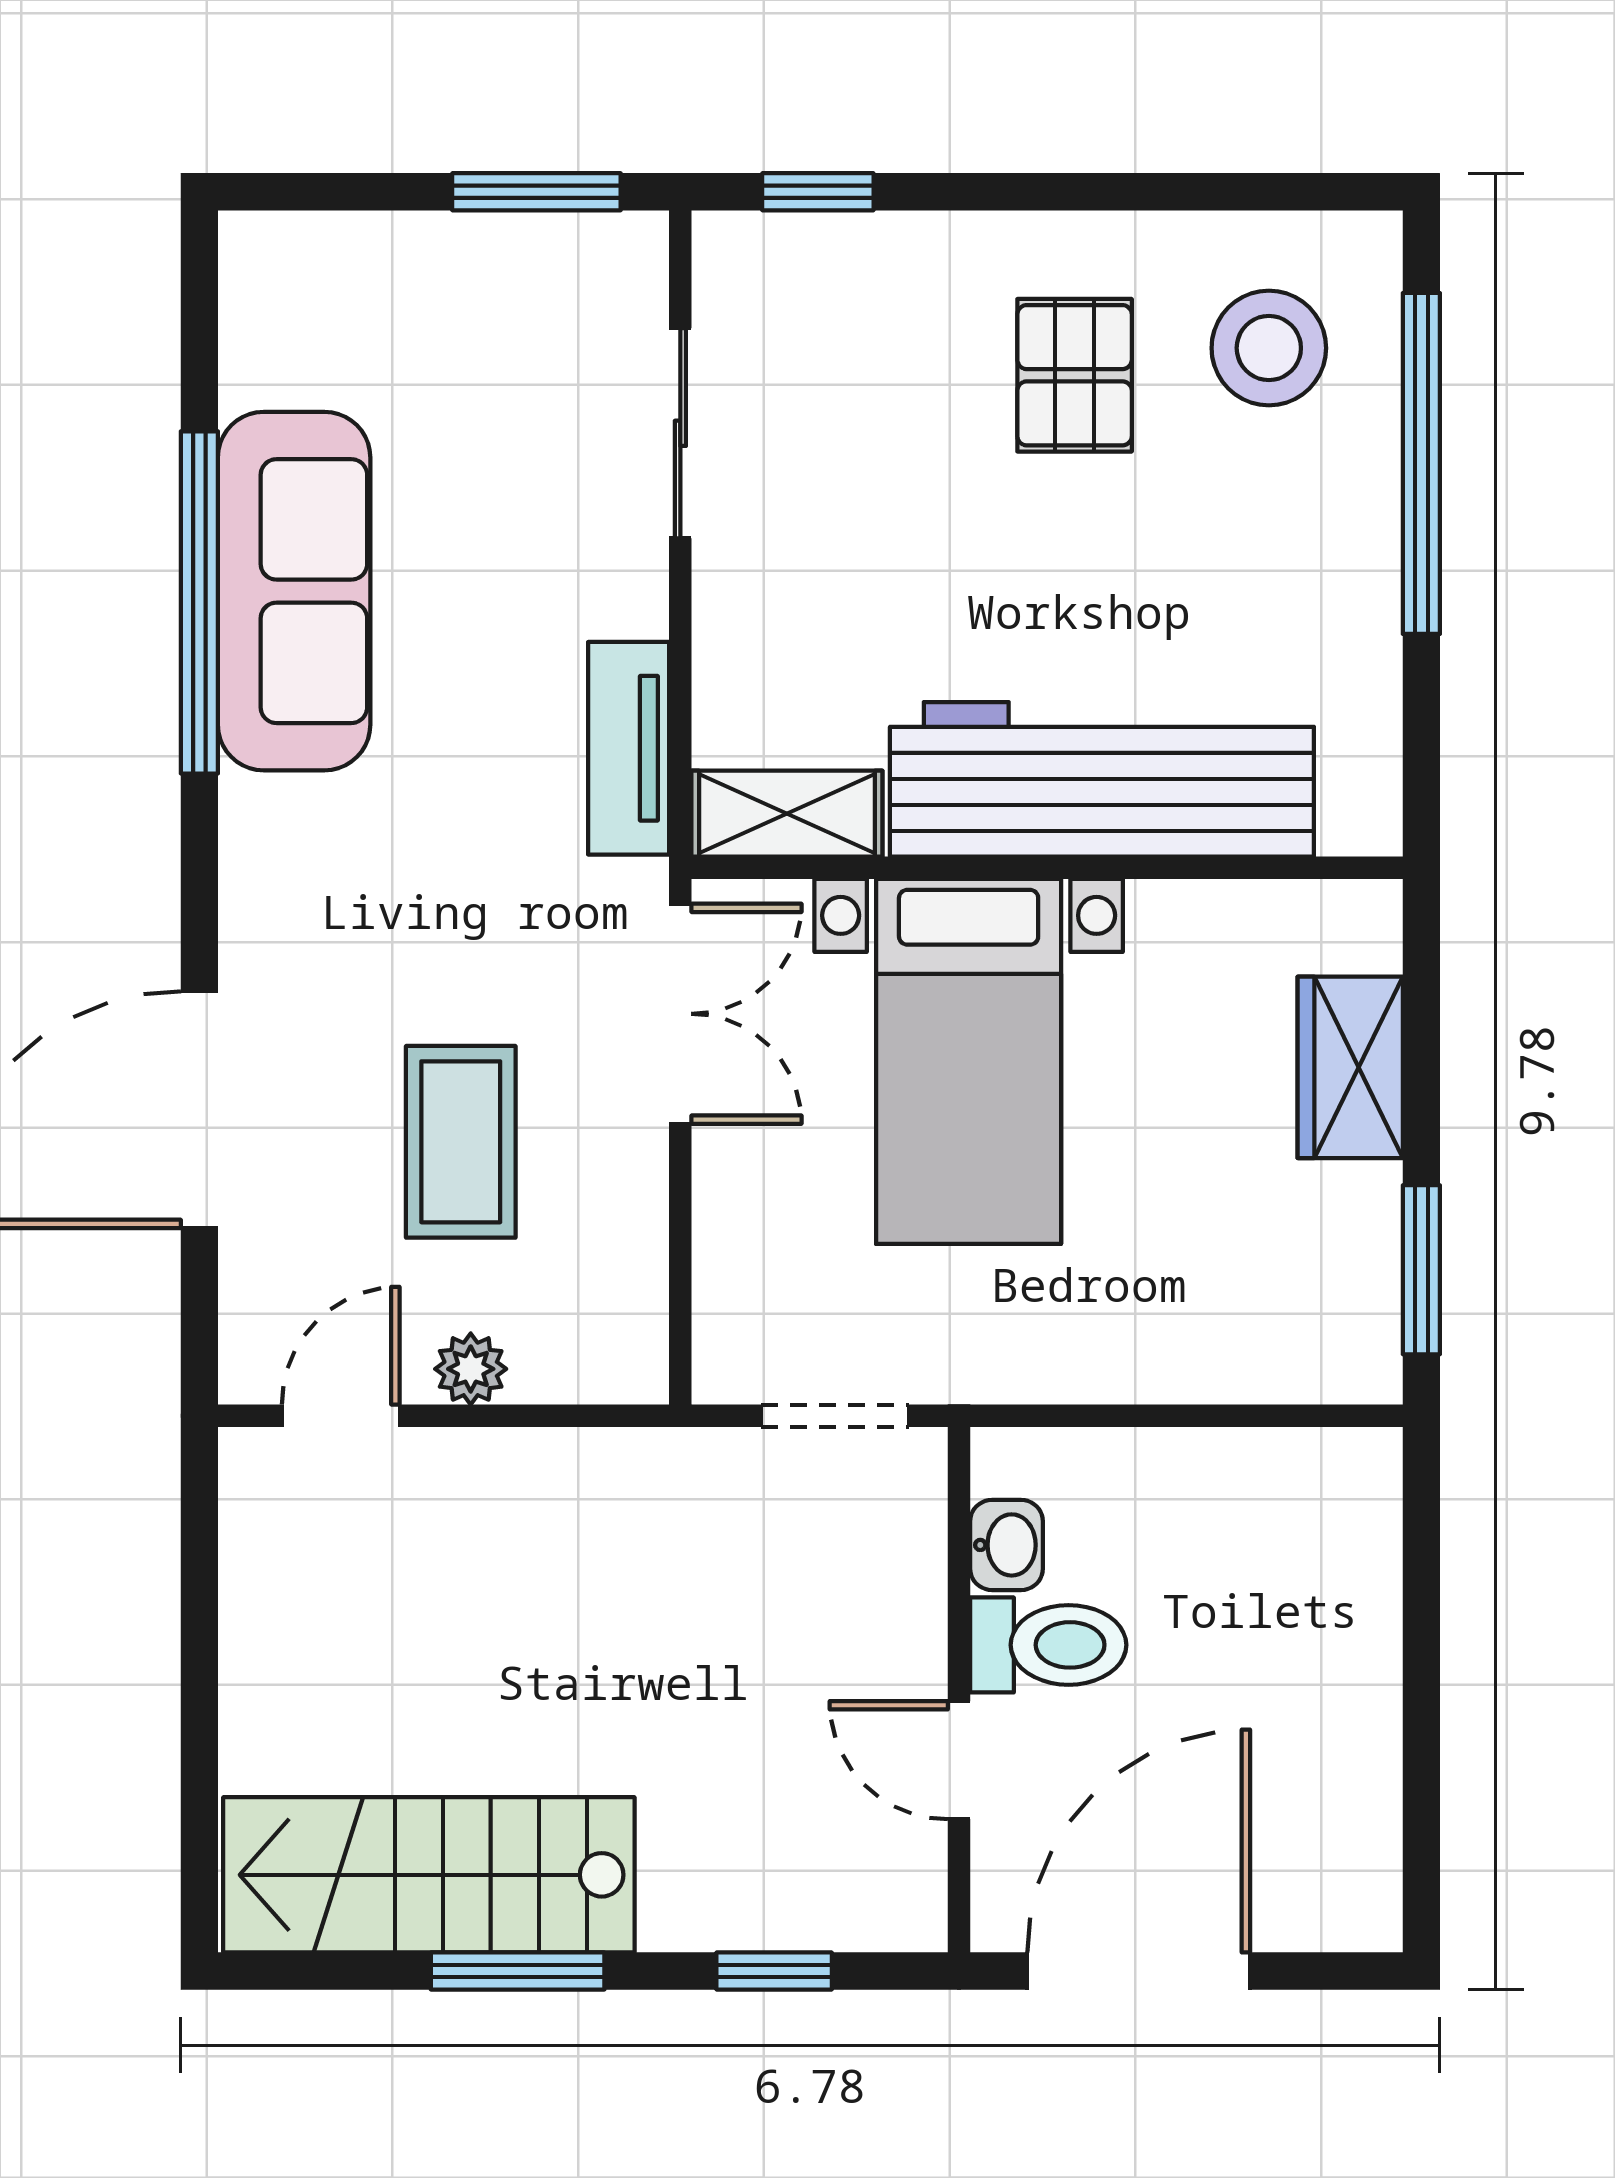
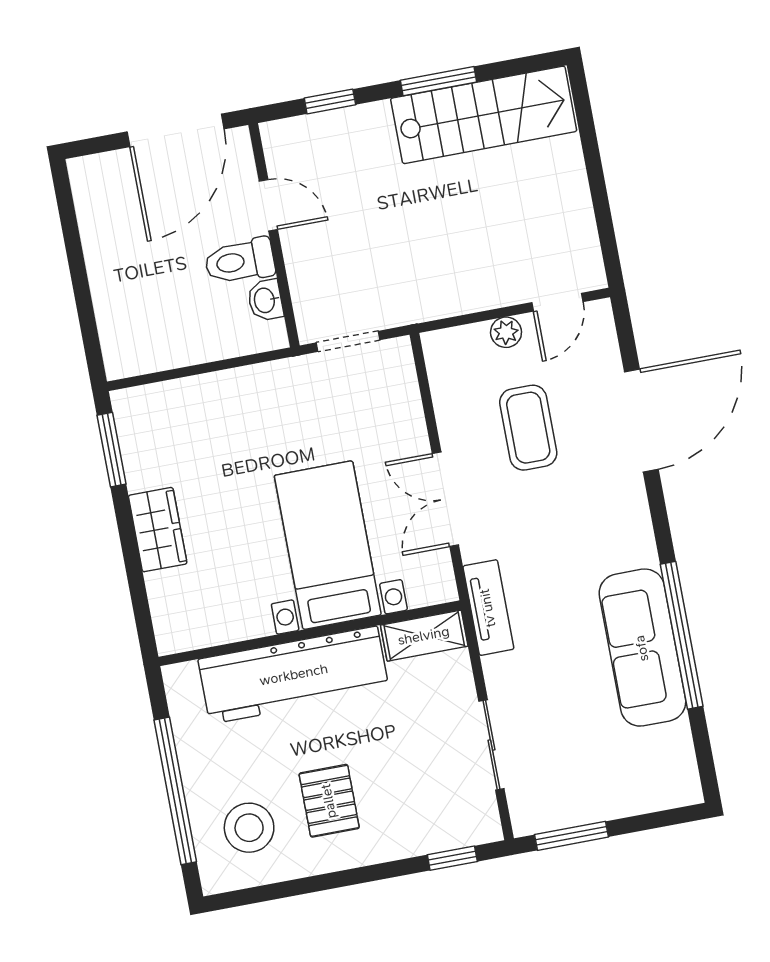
workbench: (1102, 779) -> (294, 675), moved
shelving: (787, 814) -> (424, 636), moved
wall: (1047, 868) -> (310, 633), moved
bed with nightstands: (969, 1061) -> (328, 545), moved

